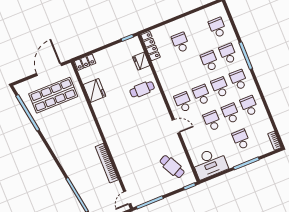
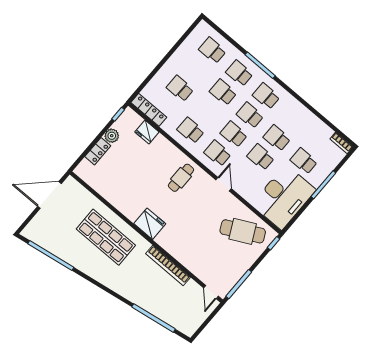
plant: (115, 51) -> (112, 136), added
locker: (85, 62) -> (98, 151), moved
door: (49, 70) -> (49, 195), hinge flipped
cafe table: (142, 89) -> (181, 178), moved
fridge: (95, 90) -> (150, 224), moved
shop shelf: (53, 95) -> (106, 237), moved, turned 90
school desk: (249, 106) -> (191, 130), moved
door: (176, 126) -> (224, 184), hinge flipped
desk: (210, 163) -> (284, 197), width x1.36, depth x1.30
cafe table: (172, 167) -> (243, 231), width x1.37, depth x1.35

